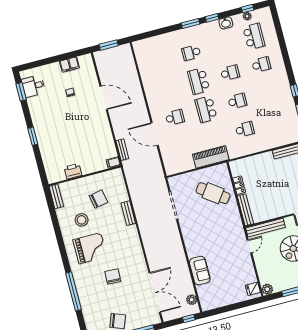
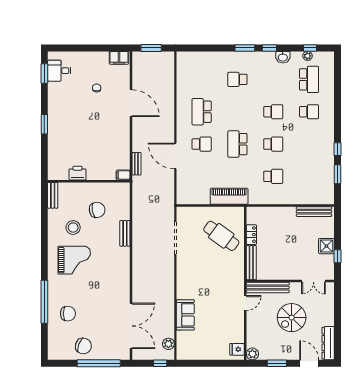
filing cabinet: (69, 64) -> (119, 58), moved
school desk: (199, 81) -> (202, 112), moved
chair: (113, 277) -> (68, 314), moved, turned 87

